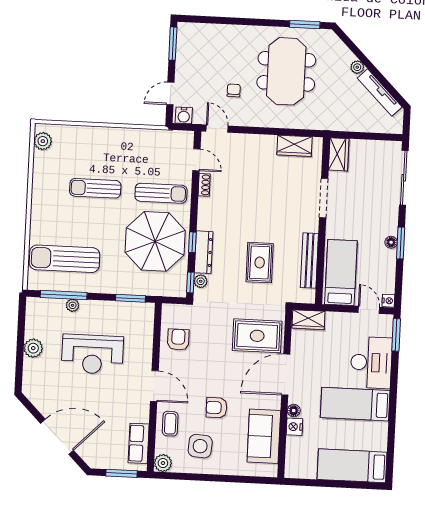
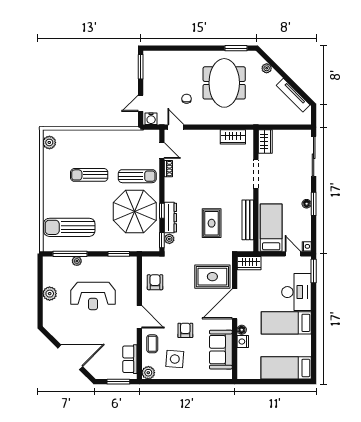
plant: (357, 67) -> (267, 68), moved
armchair: (216, 408) -> (185, 330), turned 90

